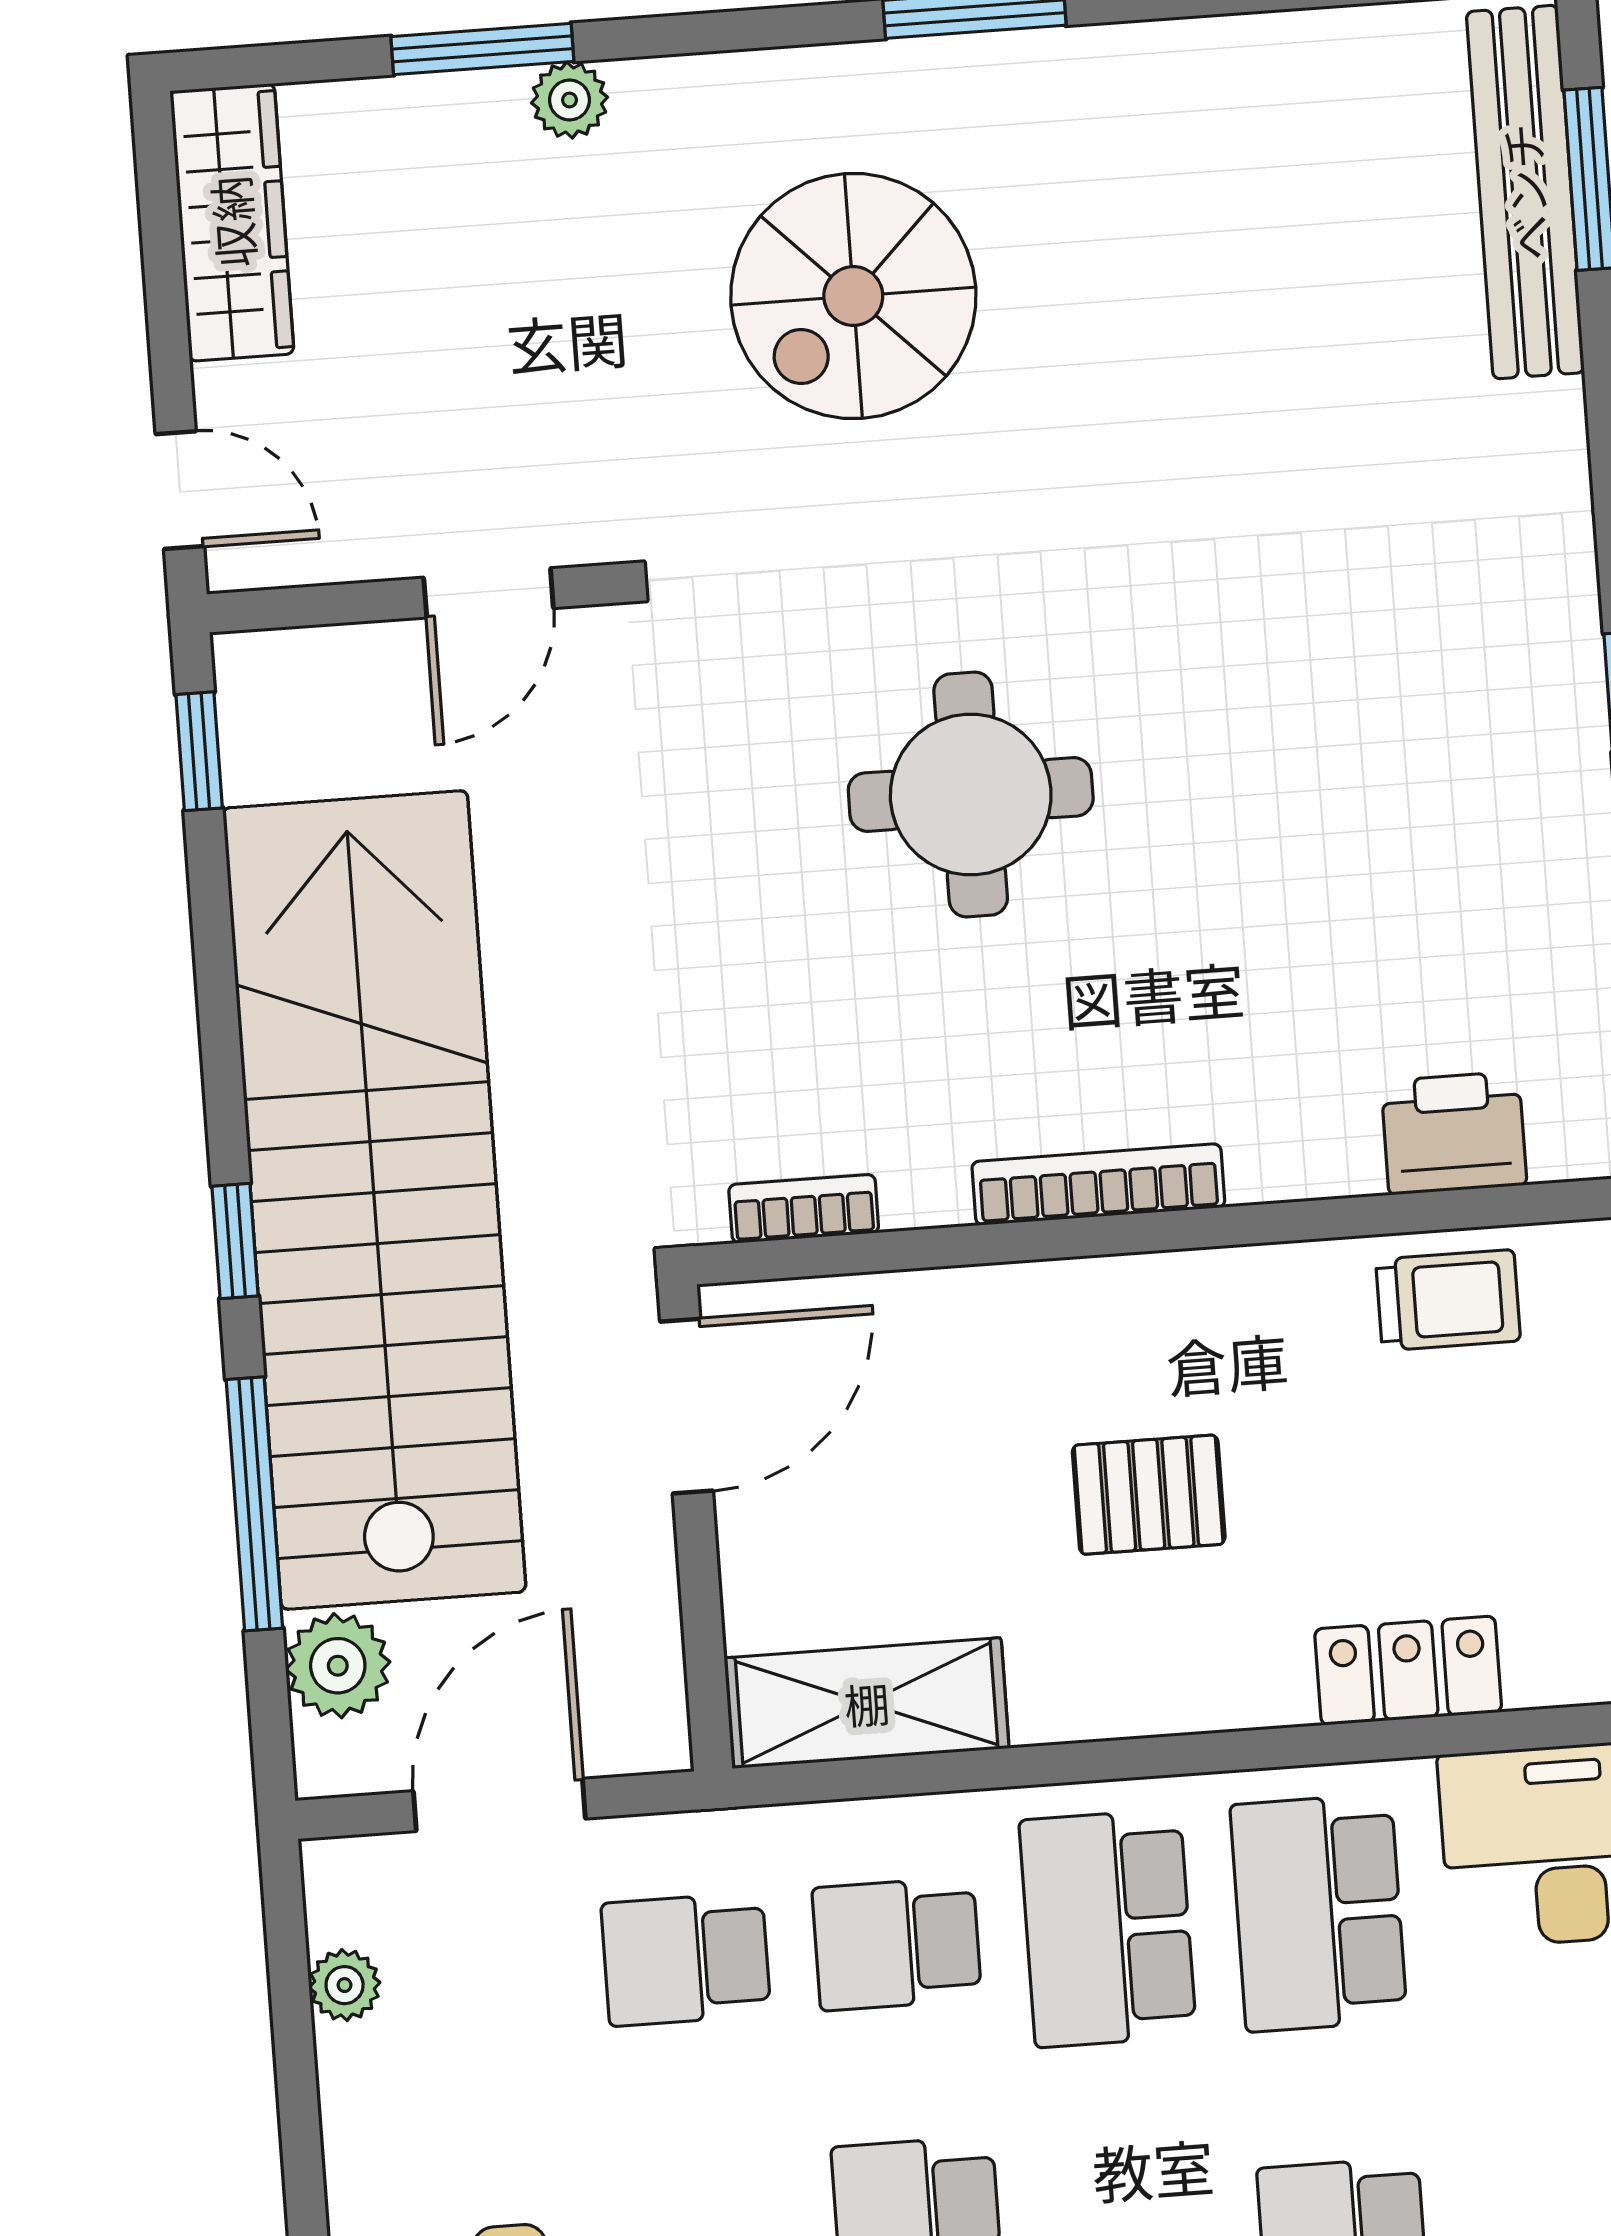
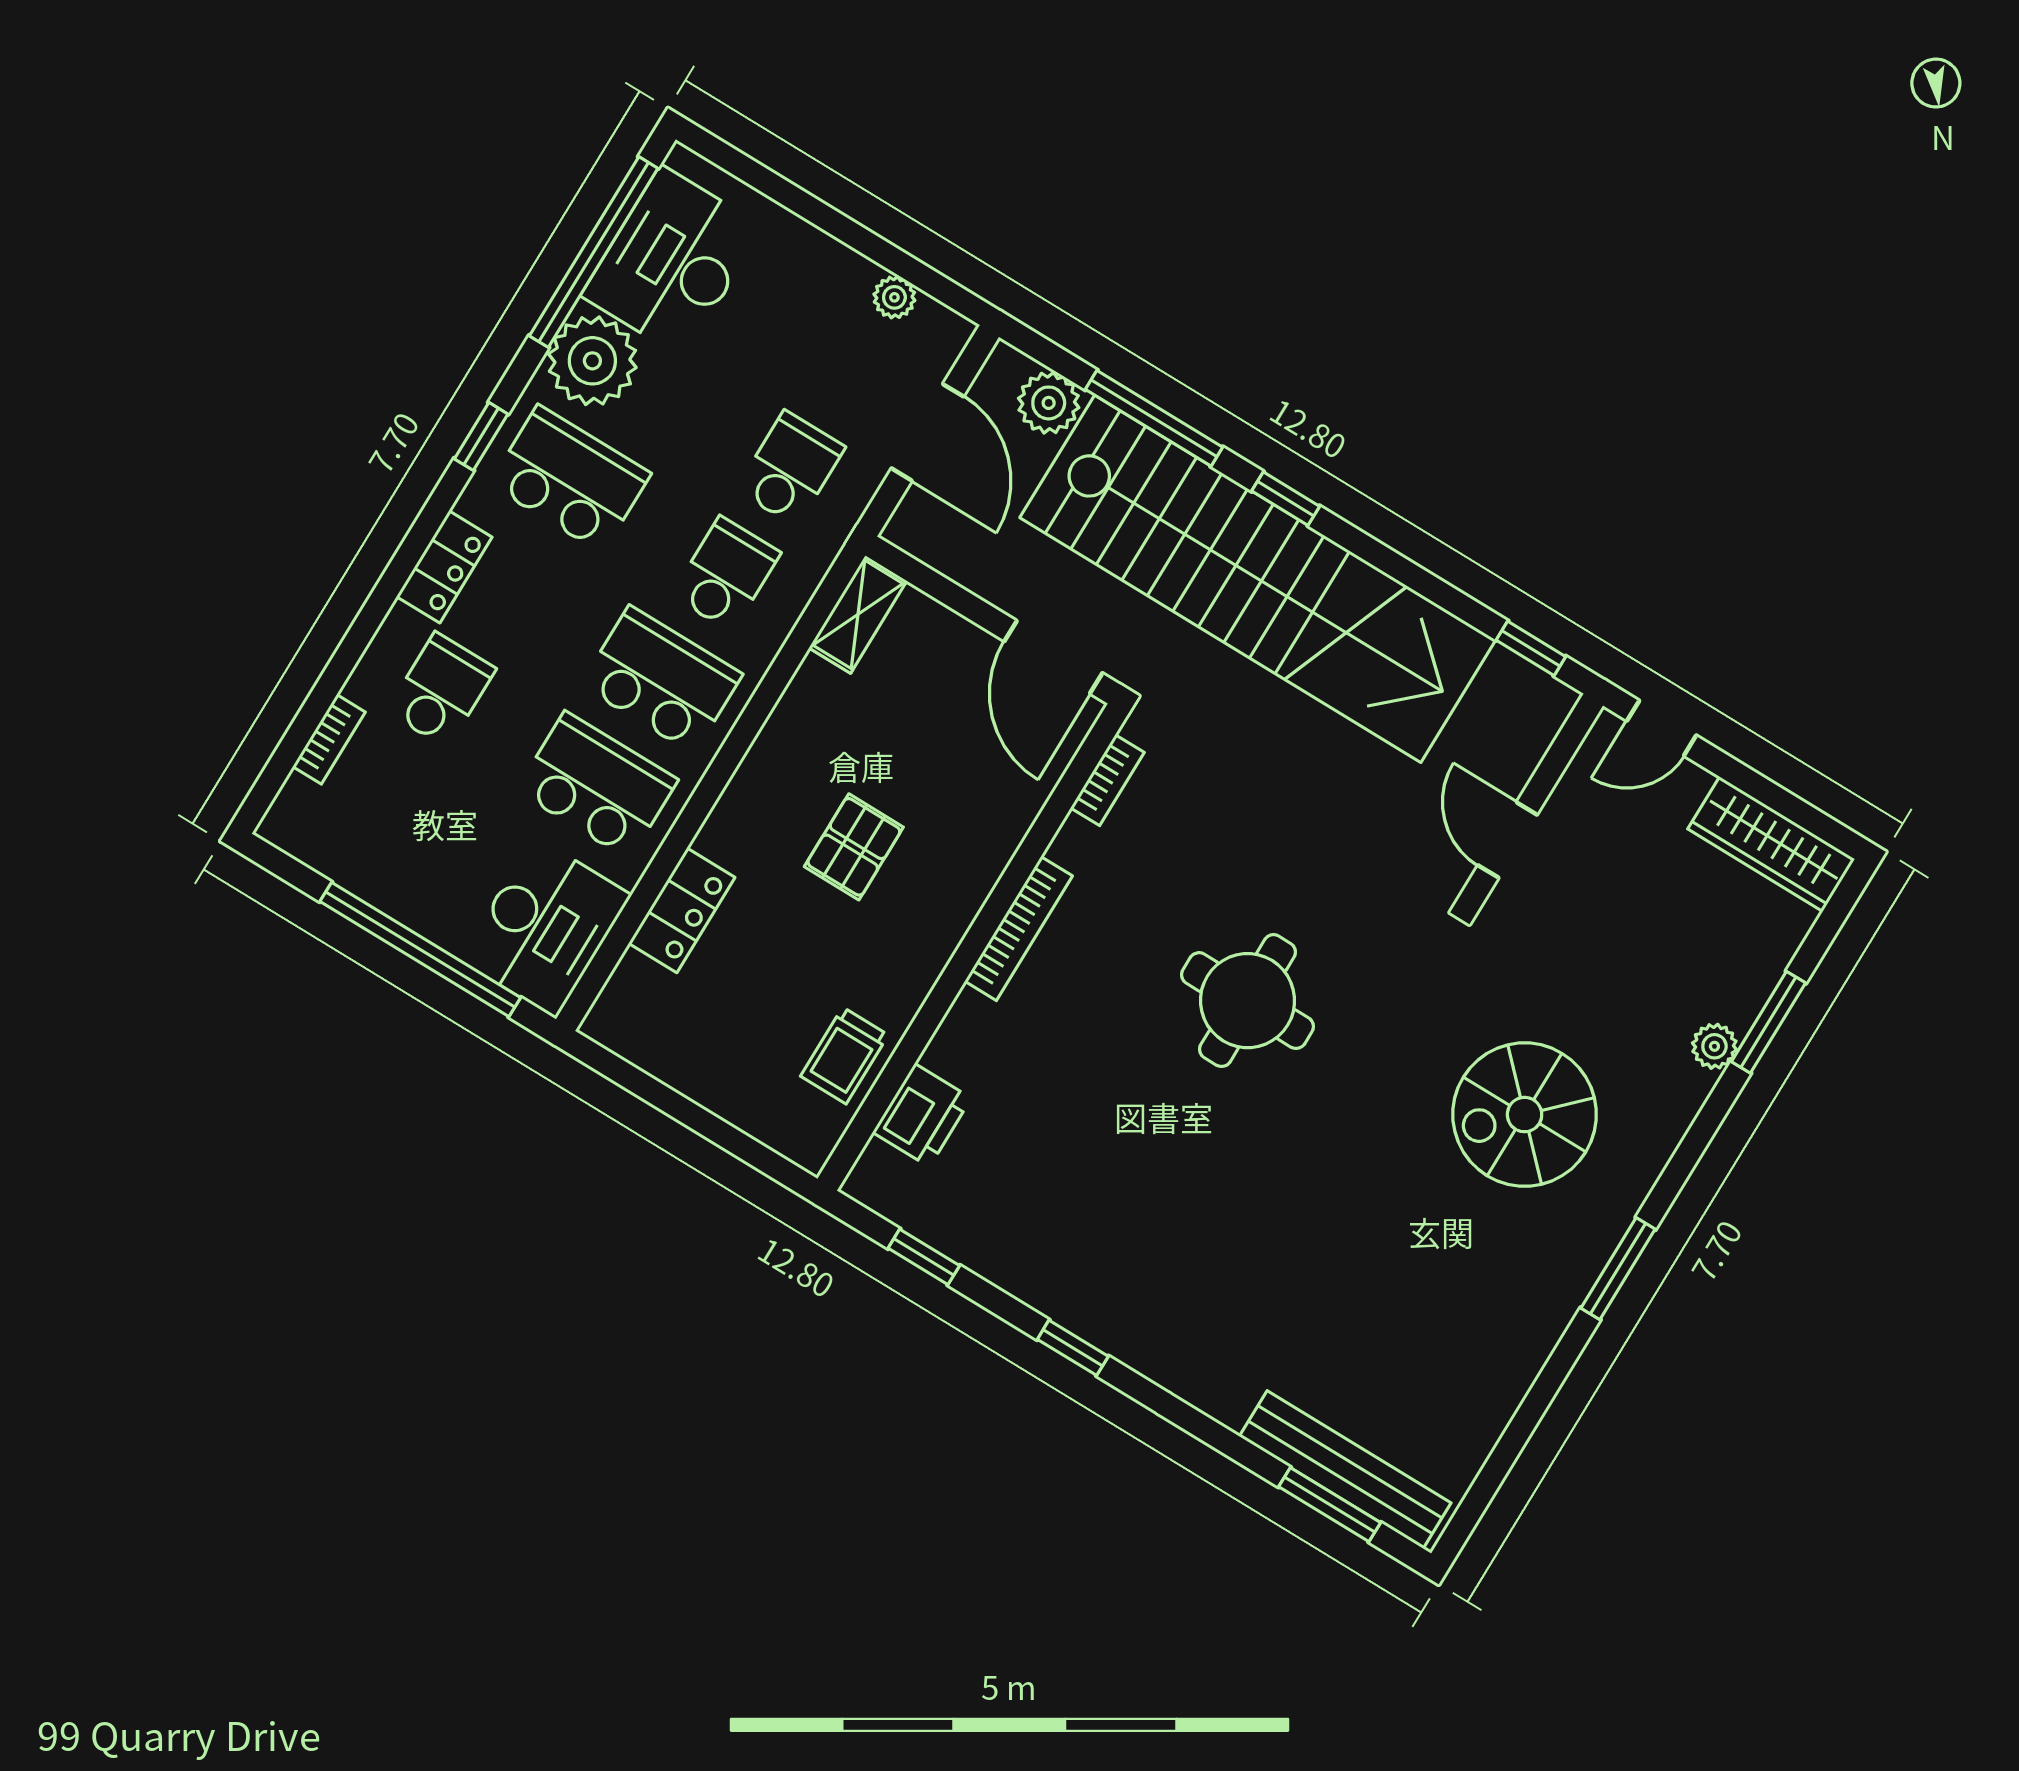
spiral stairs: (853, 296) -> (1525, 1115), turned -90
shelving: (867, 1703) -> (858, 614), width x0.67, depth x0.75

